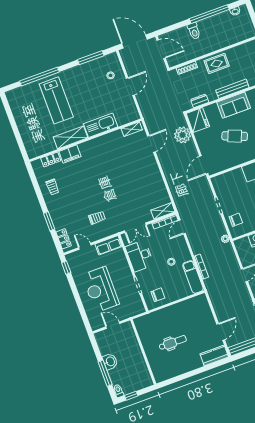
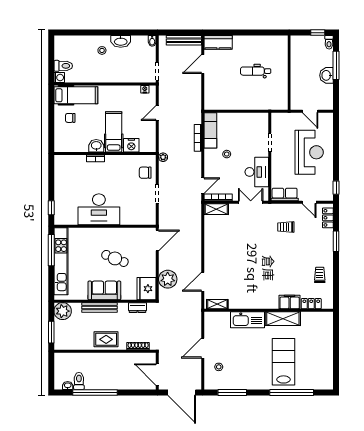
toilet: (194, 31) -> (79, 381), moved
chair: (158, 295) -> (253, 125), removed

